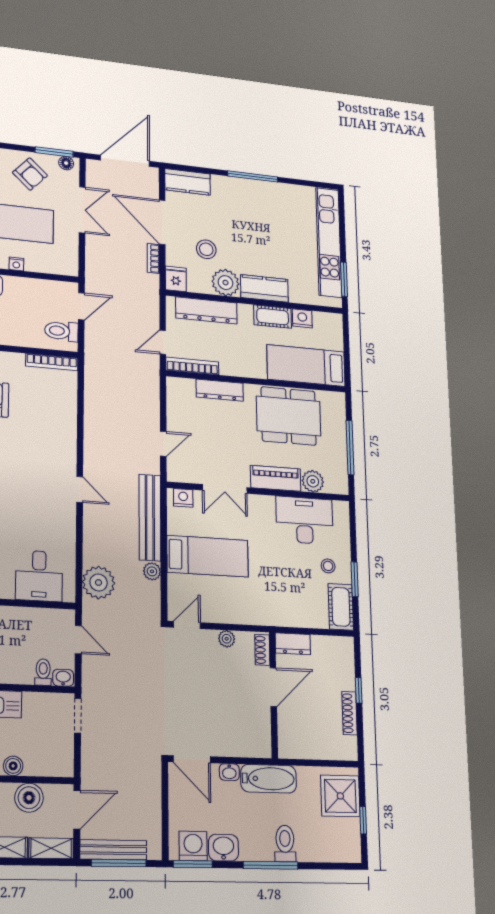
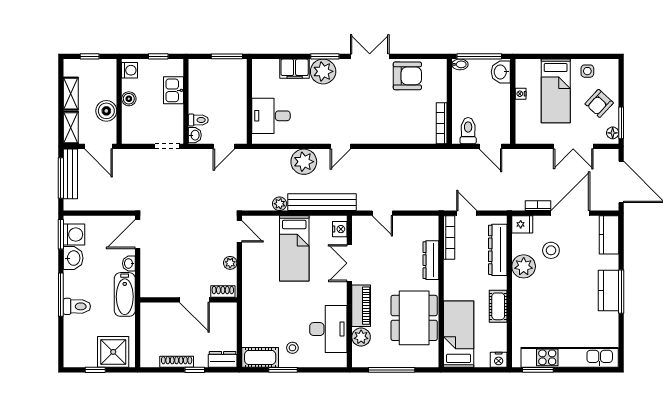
kitchen counter: (264, 288) -> (608, 290), moved, turned 180
nightstand: (302, 318) -> (499, 360), moved, turned 90
plant: (99, 583) -> (304, 162), moved
dresser: (293, 644) -> (223, 359), moved, turned 90

